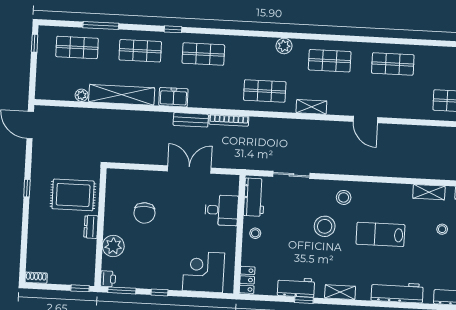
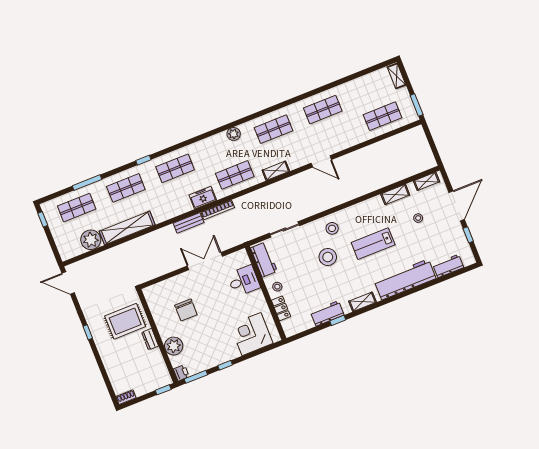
plant: (82, 95) -> (91, 240), width x1.87, depth x1.87
freezer: (173, 97) -> (203, 198), moved
locker: (247, 280) -> (281, 308), moved
workbench: (397, 292) -> (405, 279), width x1.36, depth x1.32

